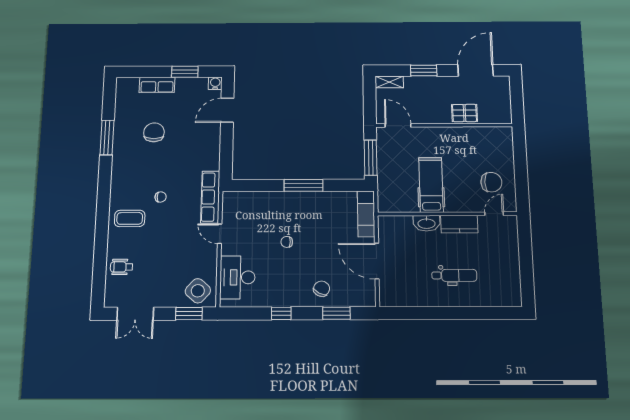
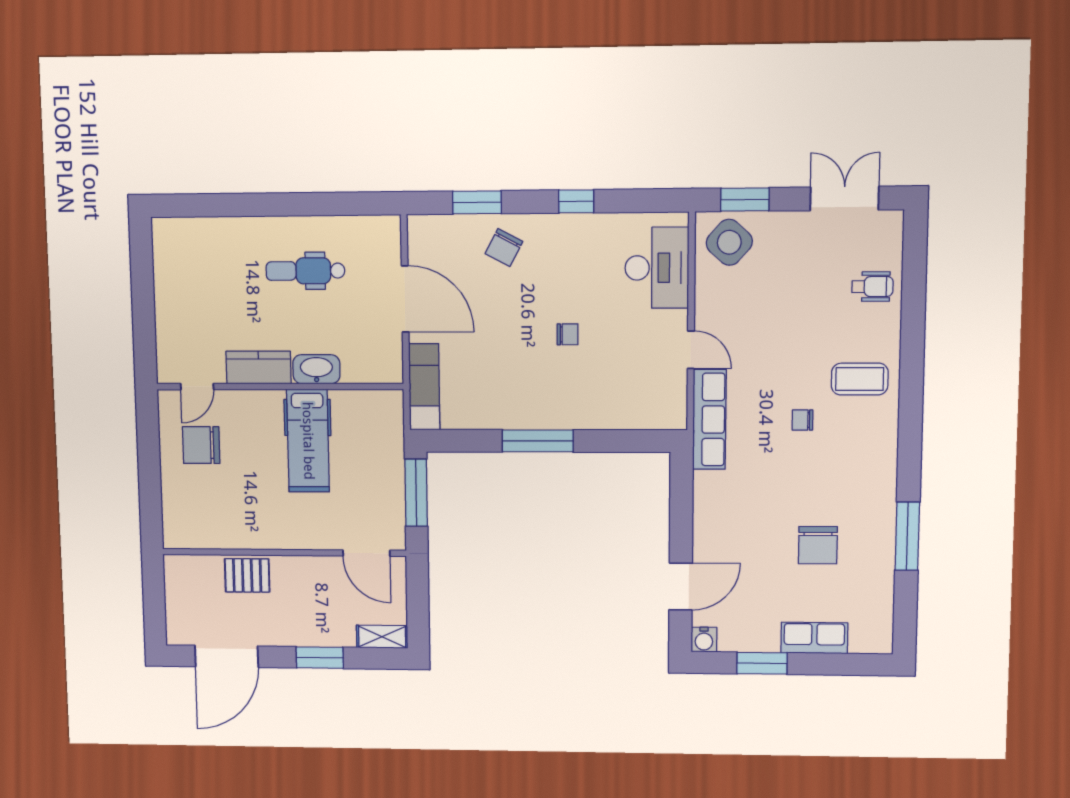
dental chair: (454, 275) -> (305, 271), moved

